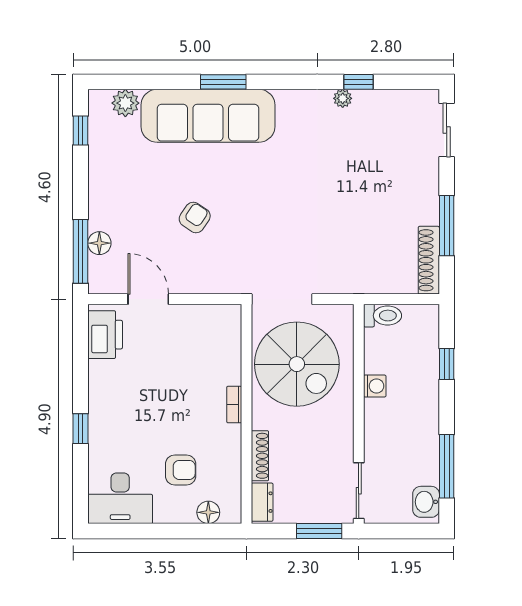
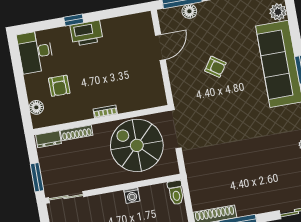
printer: (105, 335) -> (87, 33), moved
spiral stairs: (297, 364) -> (137, 145), turned 90

